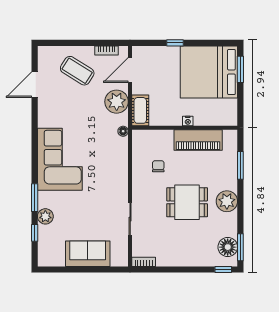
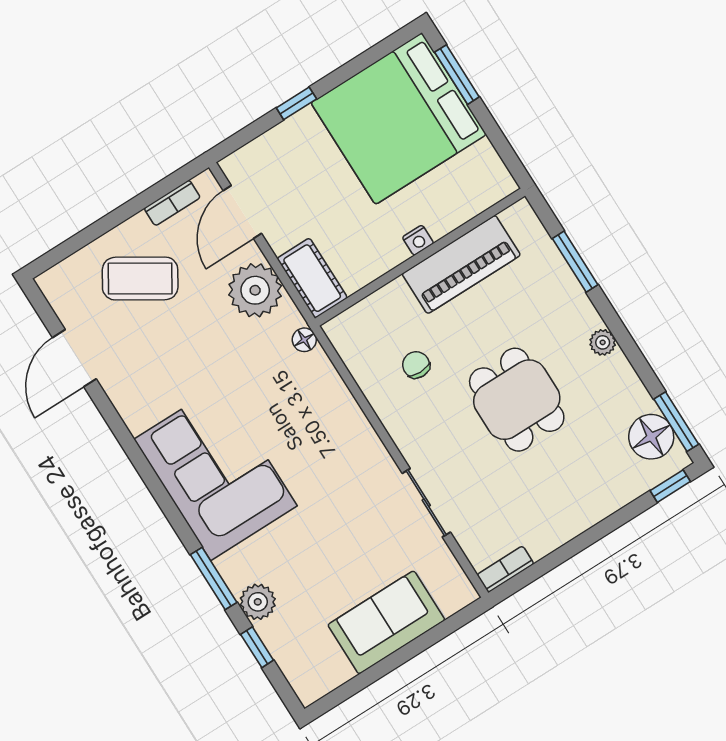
plant: (227, 201) -> (603, 342), width x0.53, depth x0.53
dining table: (187, 202) -> (517, 400), turned 90

